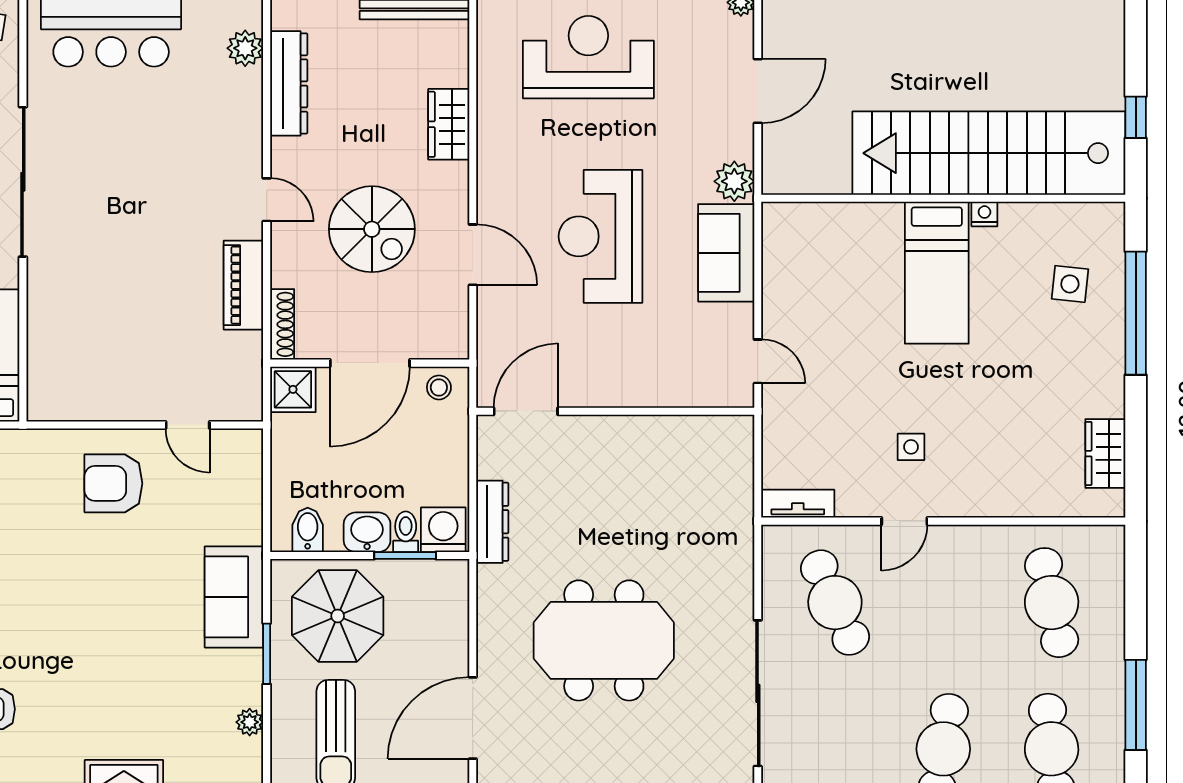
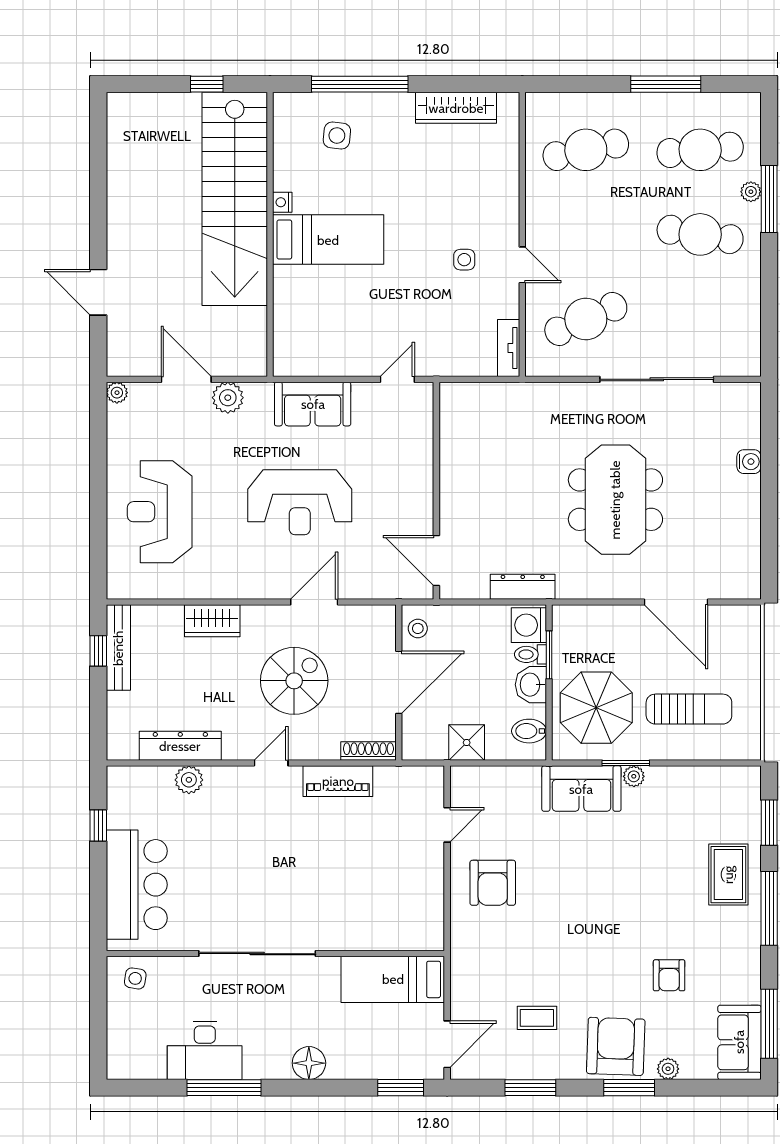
plant: (245, 48) -> (189, 780), moved
plant: (734, 181) -> (228, 398), moved
door: (370, 363) -> (399, 682), hinge flipped
shower: (293, 389) -> (467, 743), moved
wardrobe: (1105, 454) -> (456, 108), width x1.50
plant: (250, 722) -> (634, 776), moved

